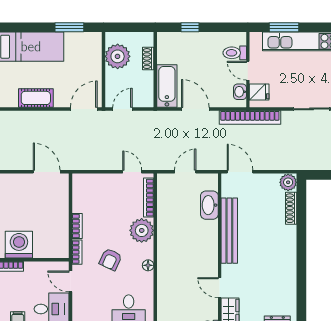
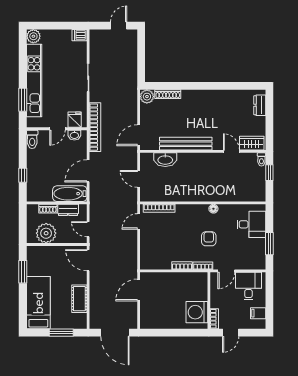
toilet: (235, 53) -> (32, 139), moved
dresser: (147, 84) -> (68, 210), added
plant: (142, 230) -> (186, 214), removed
armchair: (111, 259) -> (209, 239), turned -115
door: (220, 288) -> (231, 151), swing flipped

